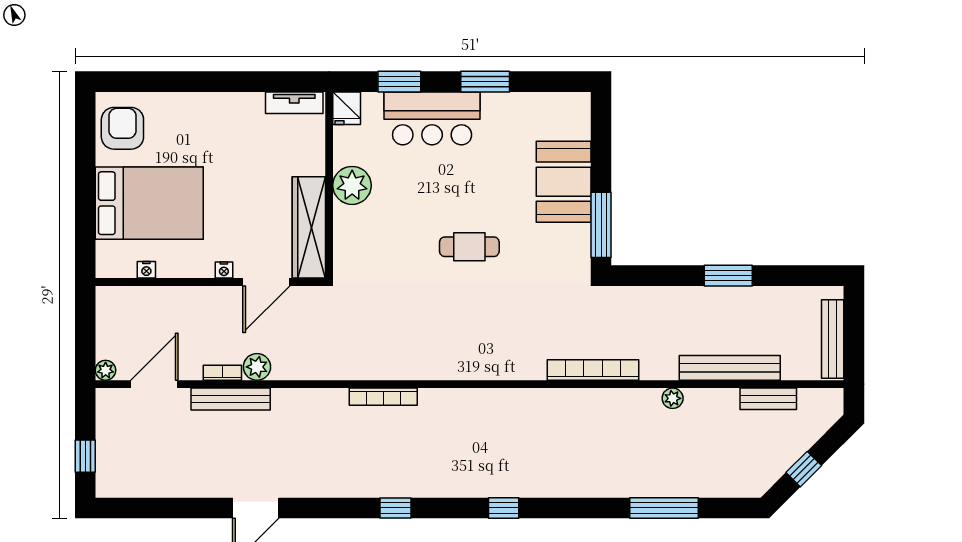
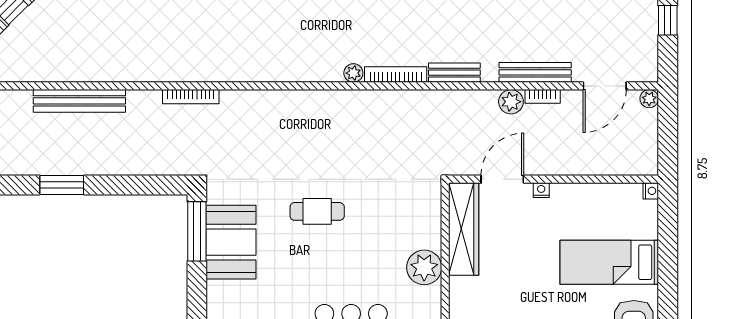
booth: (564, 182) -> (231, 242), moved
bed: (149, 203) -> (609, 262), width x0.67
nightstand: (146, 270) -> (651, 191), moved, turned 90
window: (728, 276) -> (62, 185), moved
bookcase: (593, 370) -> (191, 97), width x0.68, depth x0.76
plant: (673, 398) -> (353, 73), moved
bench: (768, 399) -> (454, 73), moved

